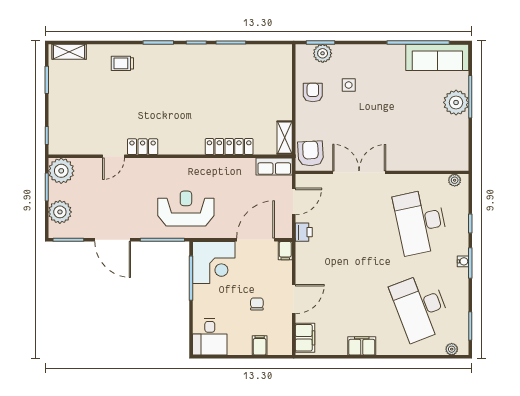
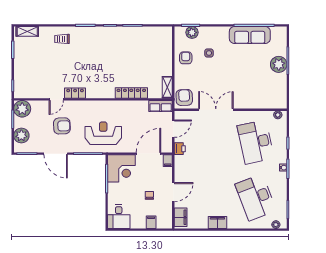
sofa: (437, 57) -> (250, 35), moved
armchair: (122, 197) -> (62, 126), added

